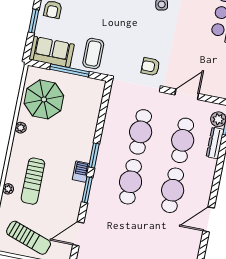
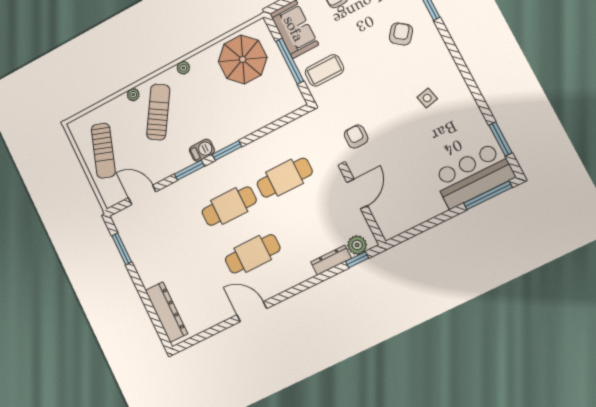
door: (187, 94) -> (357, 194), hinge flipped
plant: (21, 128) -> (183, 68), moved
cafe table: (183, 140) -> (309, 226), removed
sun lounger: (33, 181) -> (158, 112), turned 122

